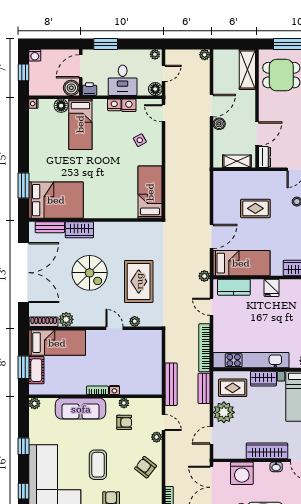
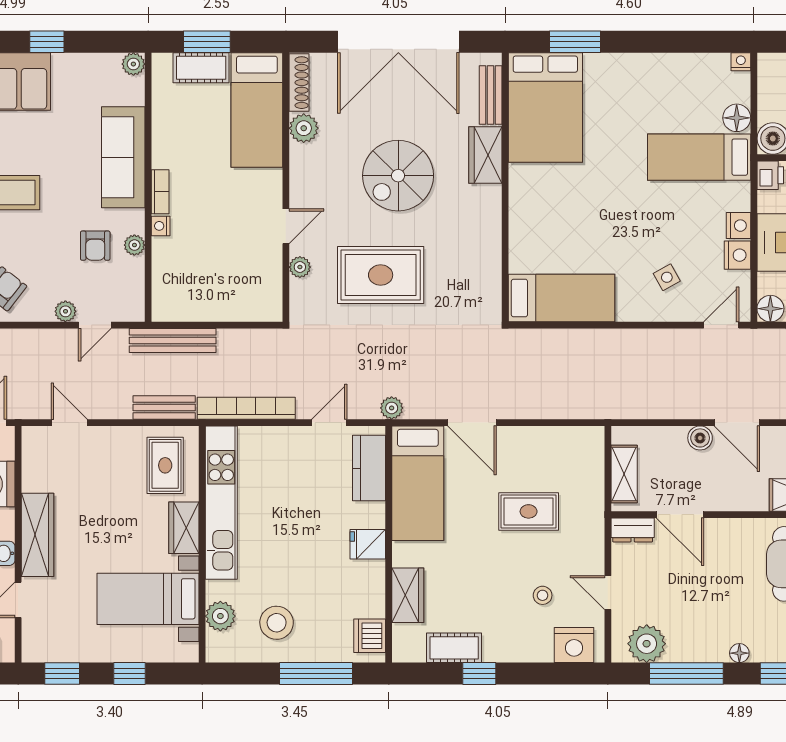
rug: (255, 208) -> (529, 511), turned 90
plant: (224, 412) -> (116, 447), removed

